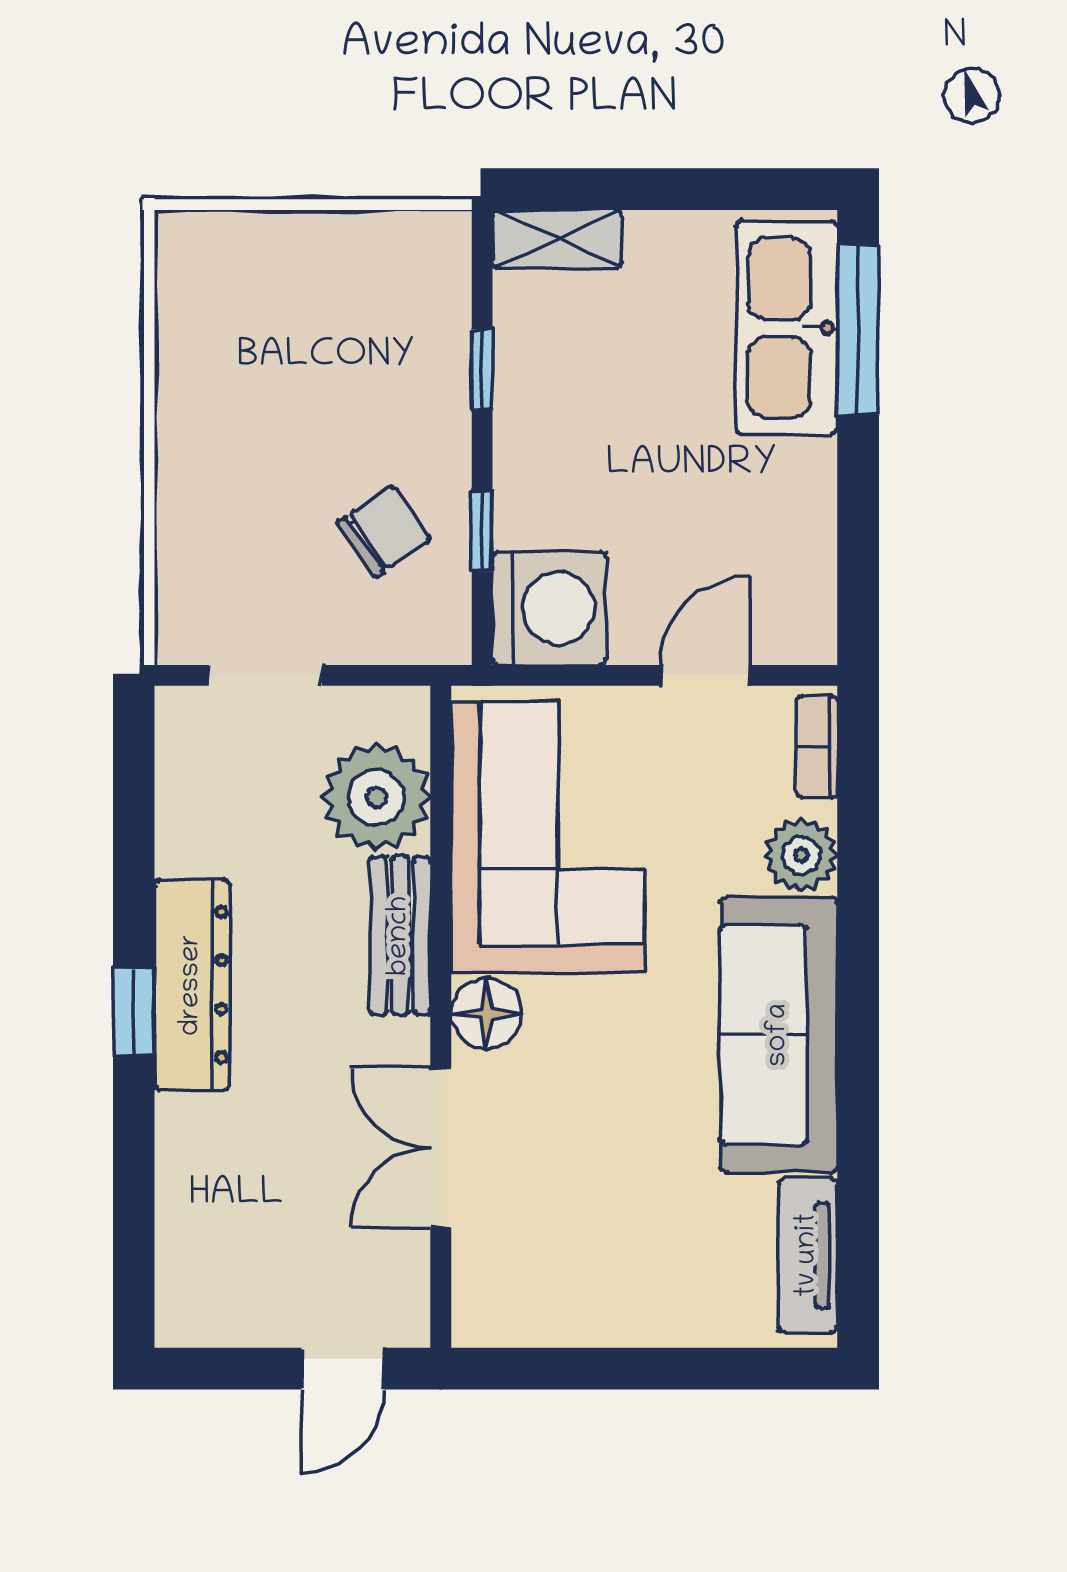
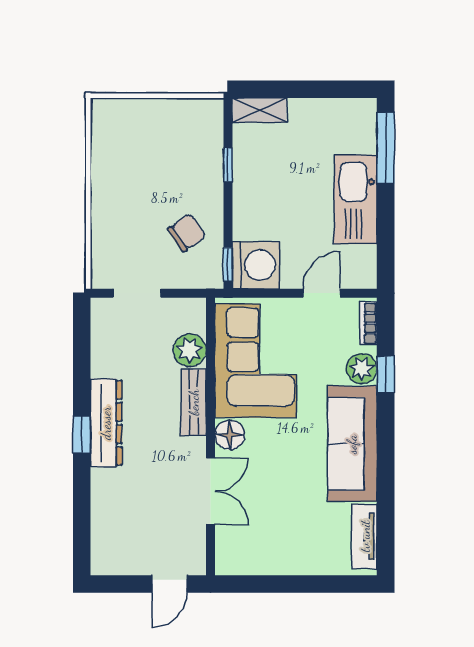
kitchen sink: (786, 328) -> (356, 200), moved
window: (482, 531) -> (228, 265), moved
plant: (377, 797) -> (190, 350), width x0.73, depth x0.73
window: (858, 868) -> (386, 374), added
double door: (441, 1148) -> (211, 491), swing flipped

